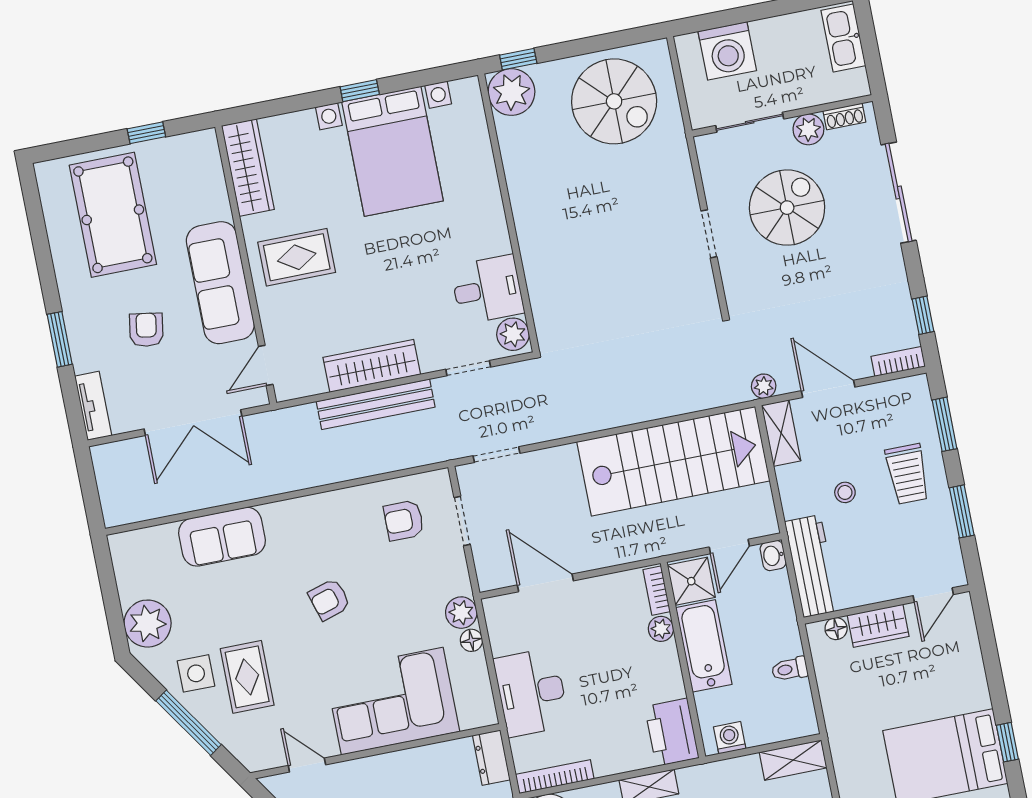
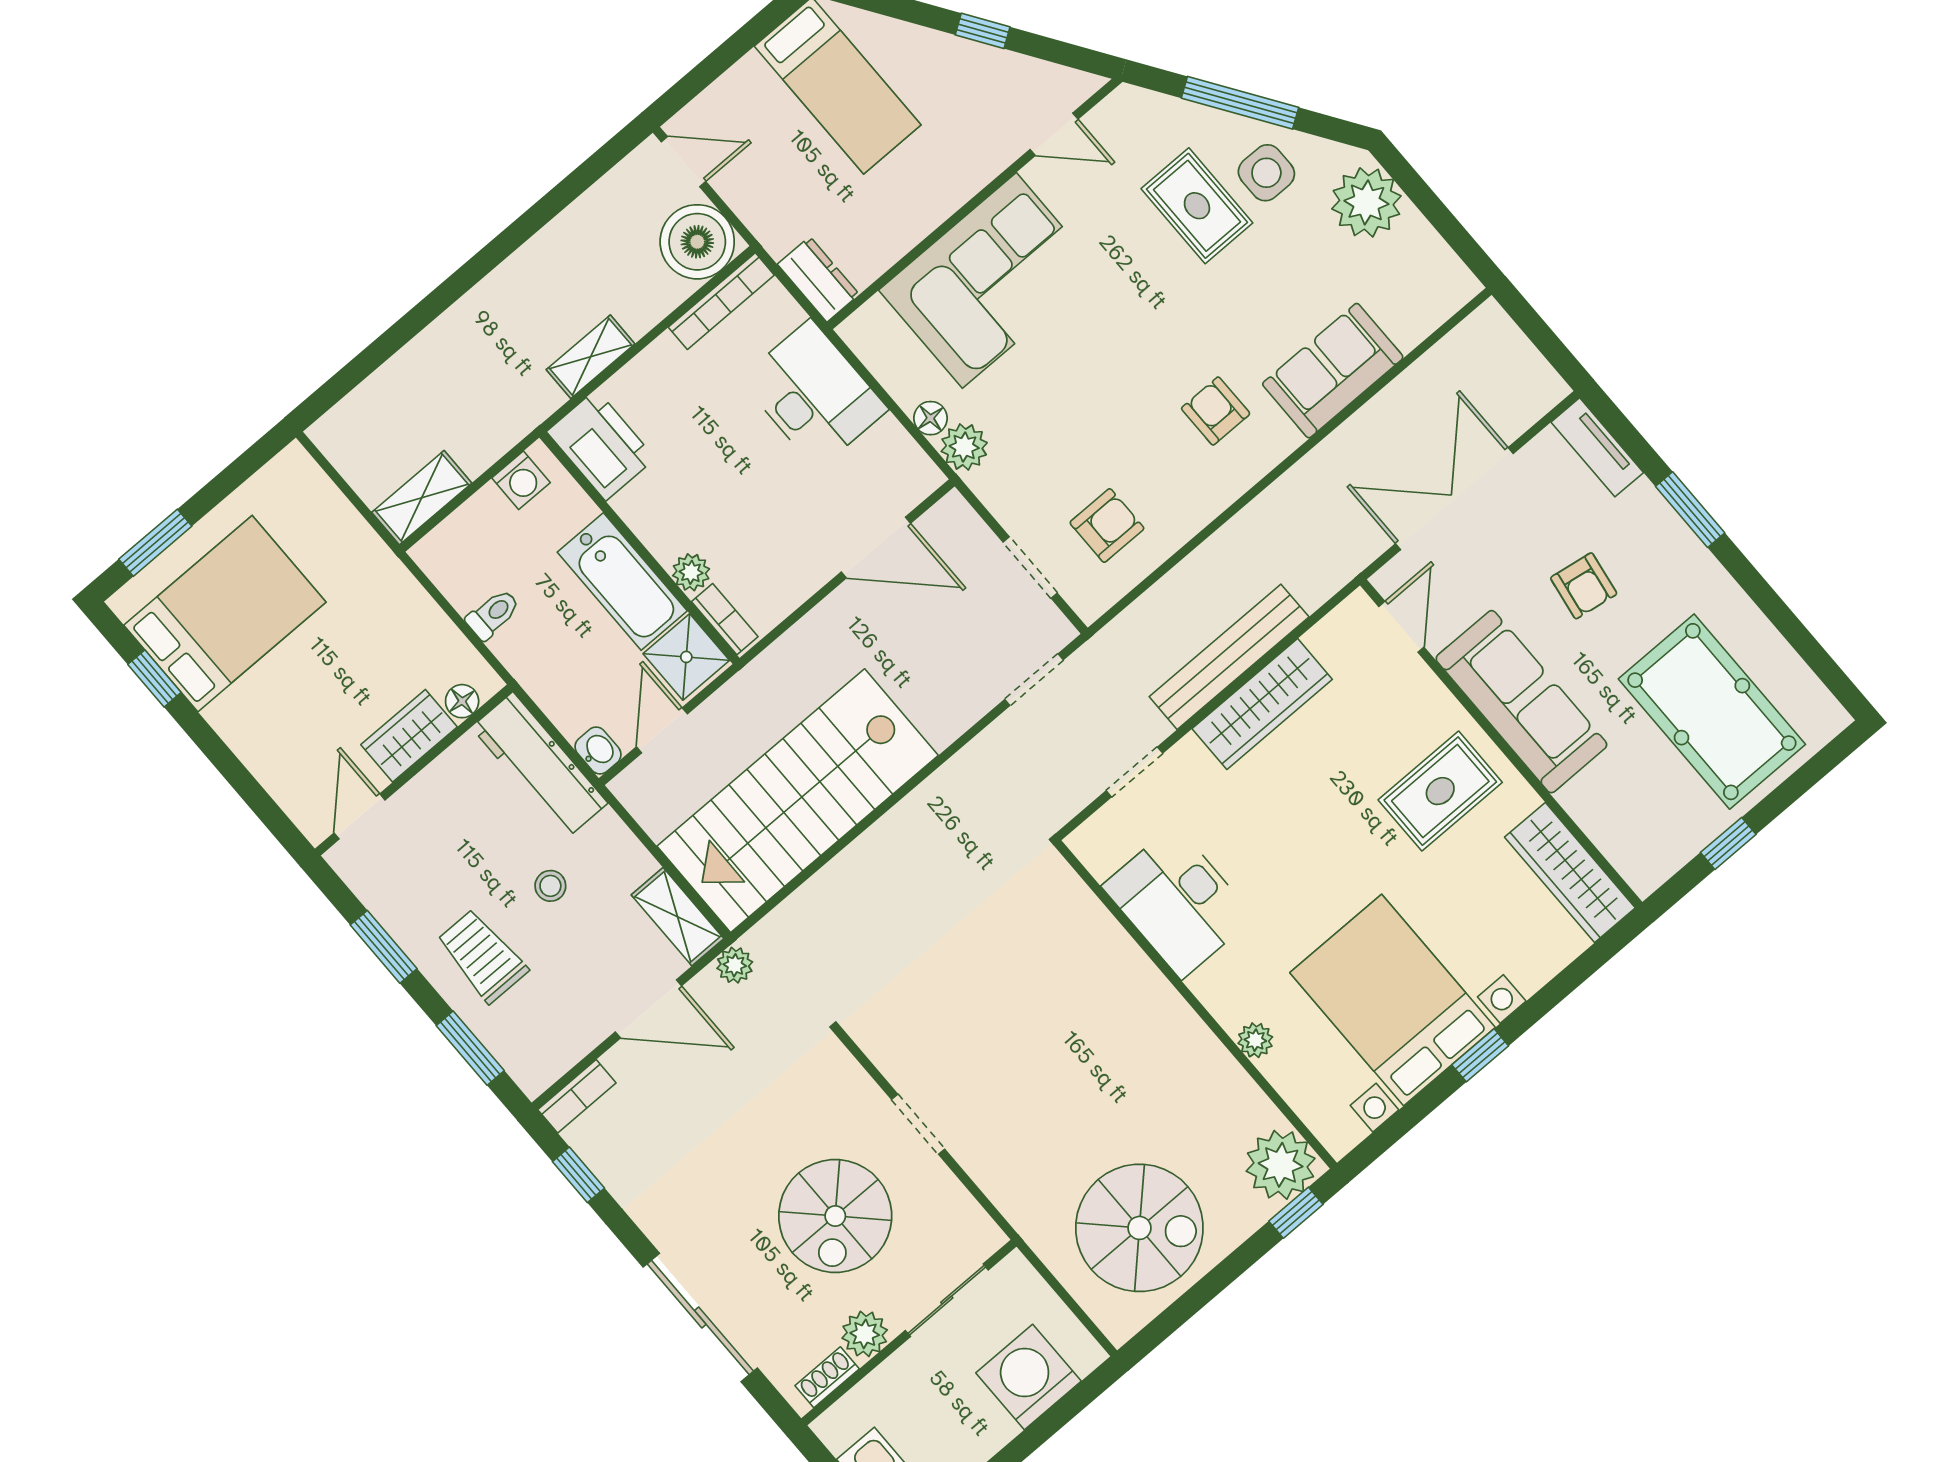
spiral stairs: (614, 101) -> (1139, 1228), turned 180
desk: (487, 289) -> (1178, 902), width x1.37
plant: (513, 334) -> (1255, 1040), moved, width x0.73, depth x0.73
armchair: (329, 599) -> (1216, 411), moved, turned -73

